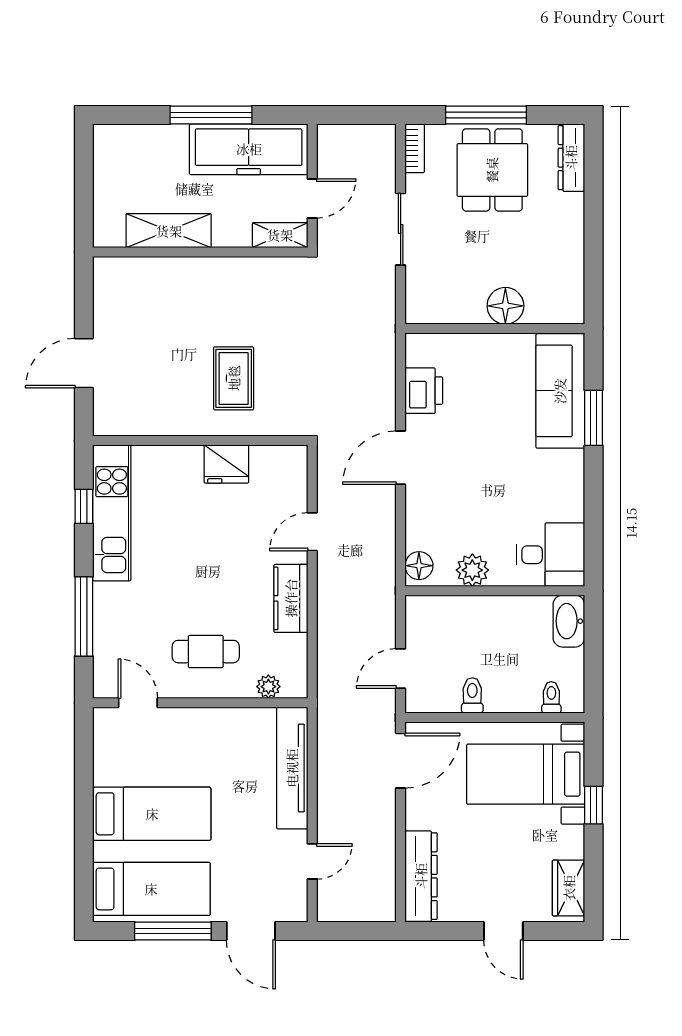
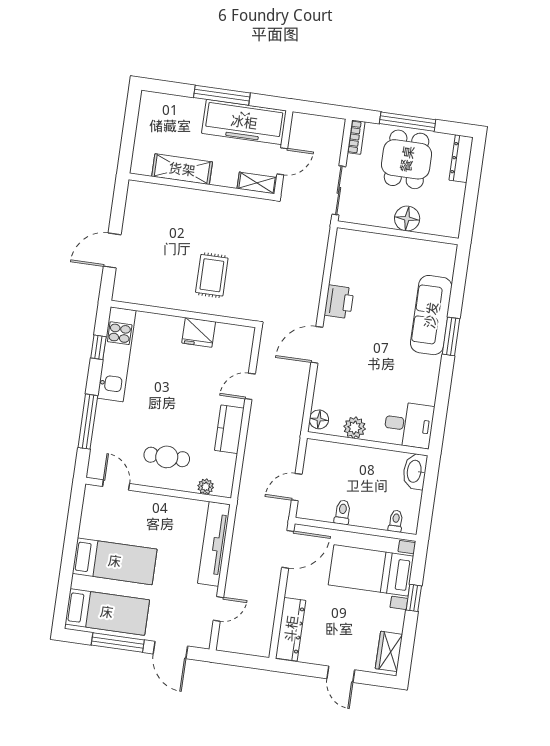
floor lamp: (505, 306) -> (407, 219), moved
wall: (495, 329) -> (398, 233), moved

